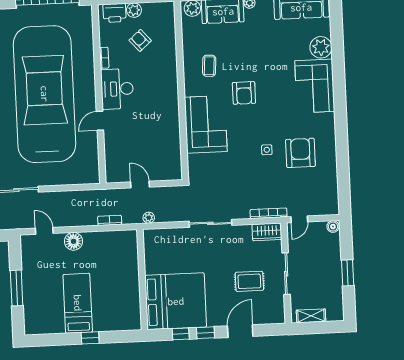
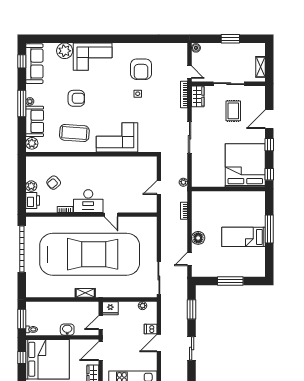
coffee table: (209, 66) -> (74, 133), width x1.86, depth x1.72
armchair: (244, 93) -> (76, 98), moved
car: (45, 94) -> (90, 254), turned 180
armchair: (300, 153) -> (141, 69), turned -90
door: (240, 331) -> (269, 119), hinge flipped
window: (181, 334) -> (269, 174), moved
window: (90, 338) -> (269, 229), width x2.17

